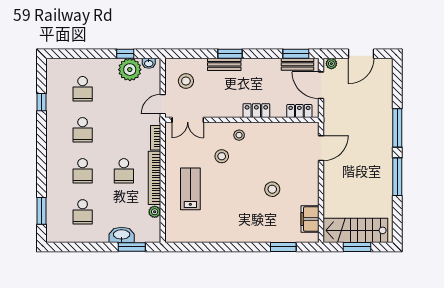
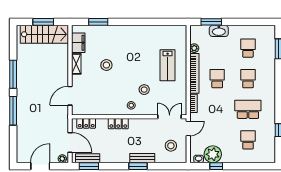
school desk: (83, 130) -> (248, 109), width x1.85
shelving: (313, 191) -> (76, 64), added

